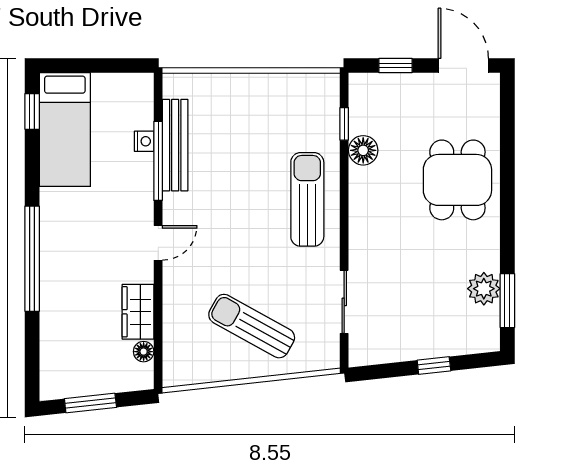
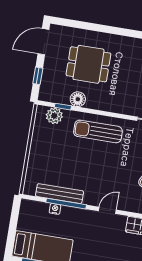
plant: (324, 110) -> (54, 116), added
dining table: (457, 180) -> (88, 64), moved
door: (158, 243) -> (107, 210), hinge flipped

